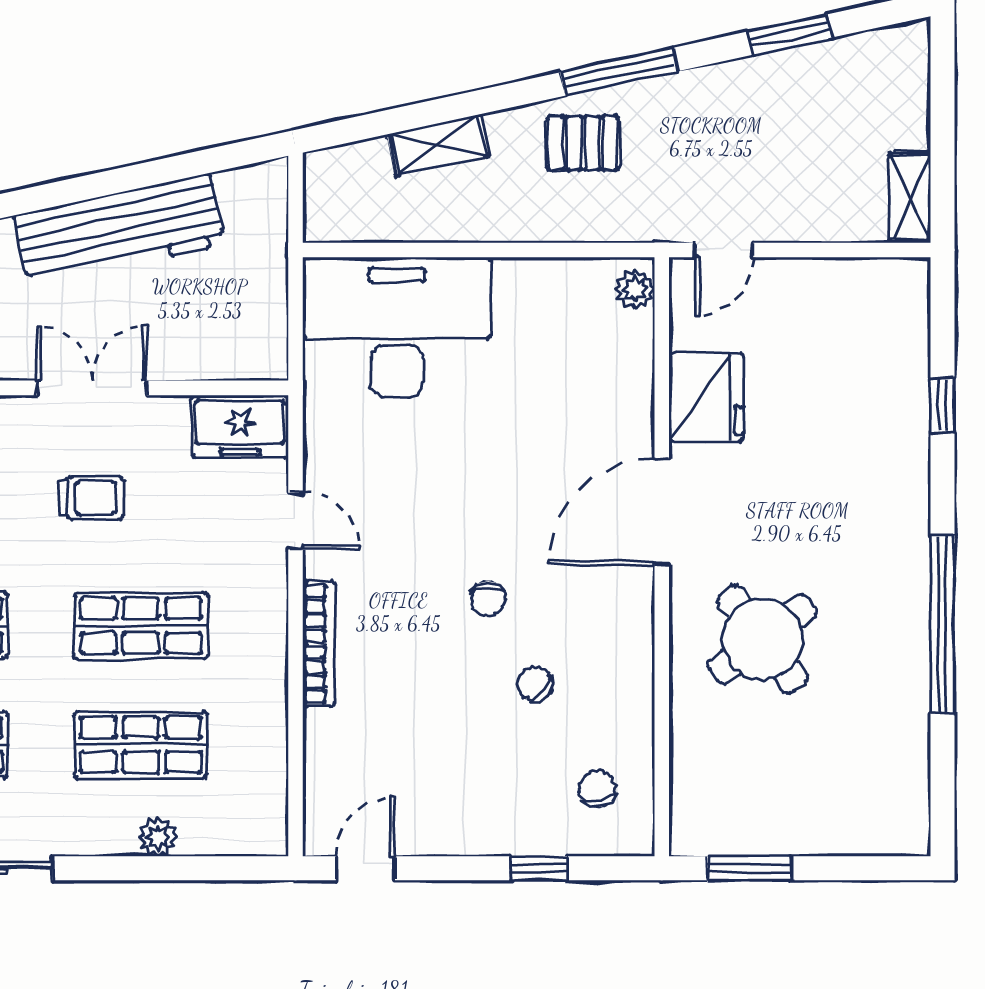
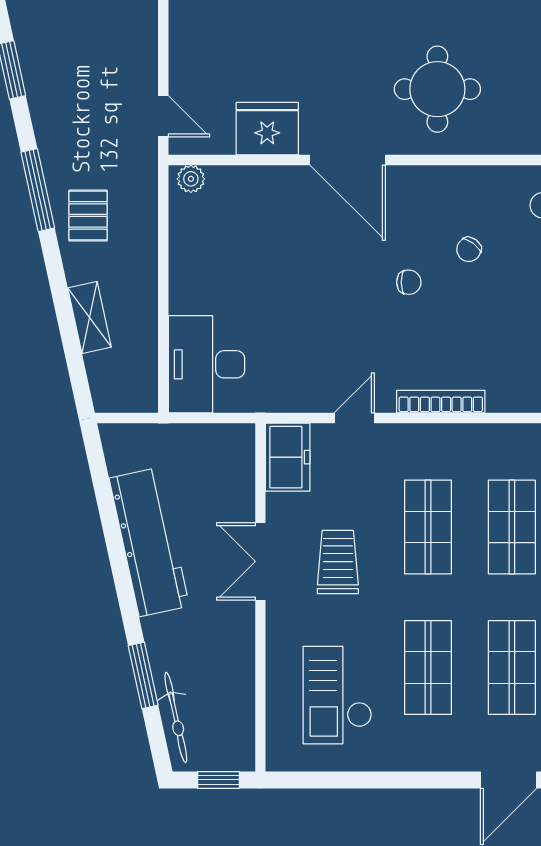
desk: (397, 328) -> (206, 364), width x0.73, depth x0.77
trolley: (91, 498) -> (338, 562), width x1.36, depth x1.39
round table: (762, 639) -> (437, 89), turned 37

